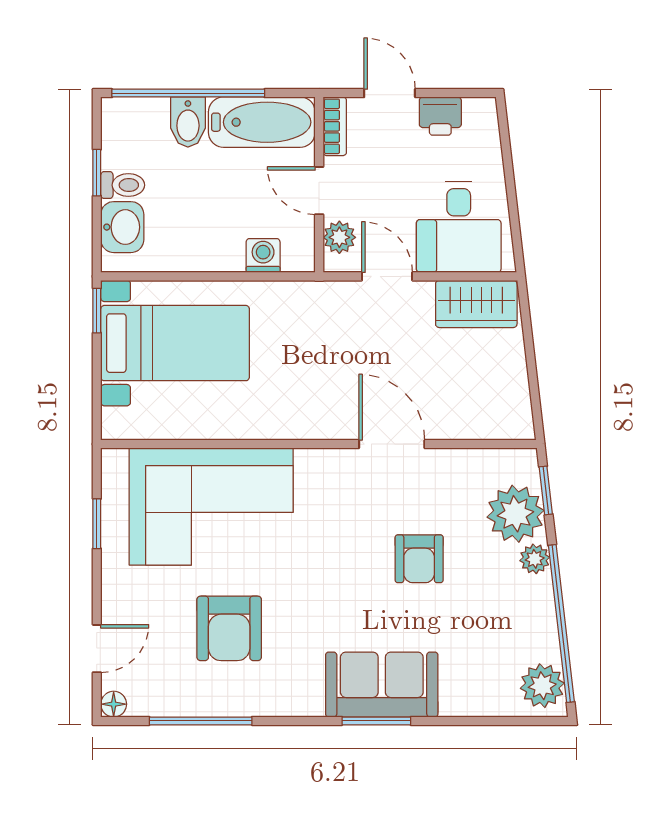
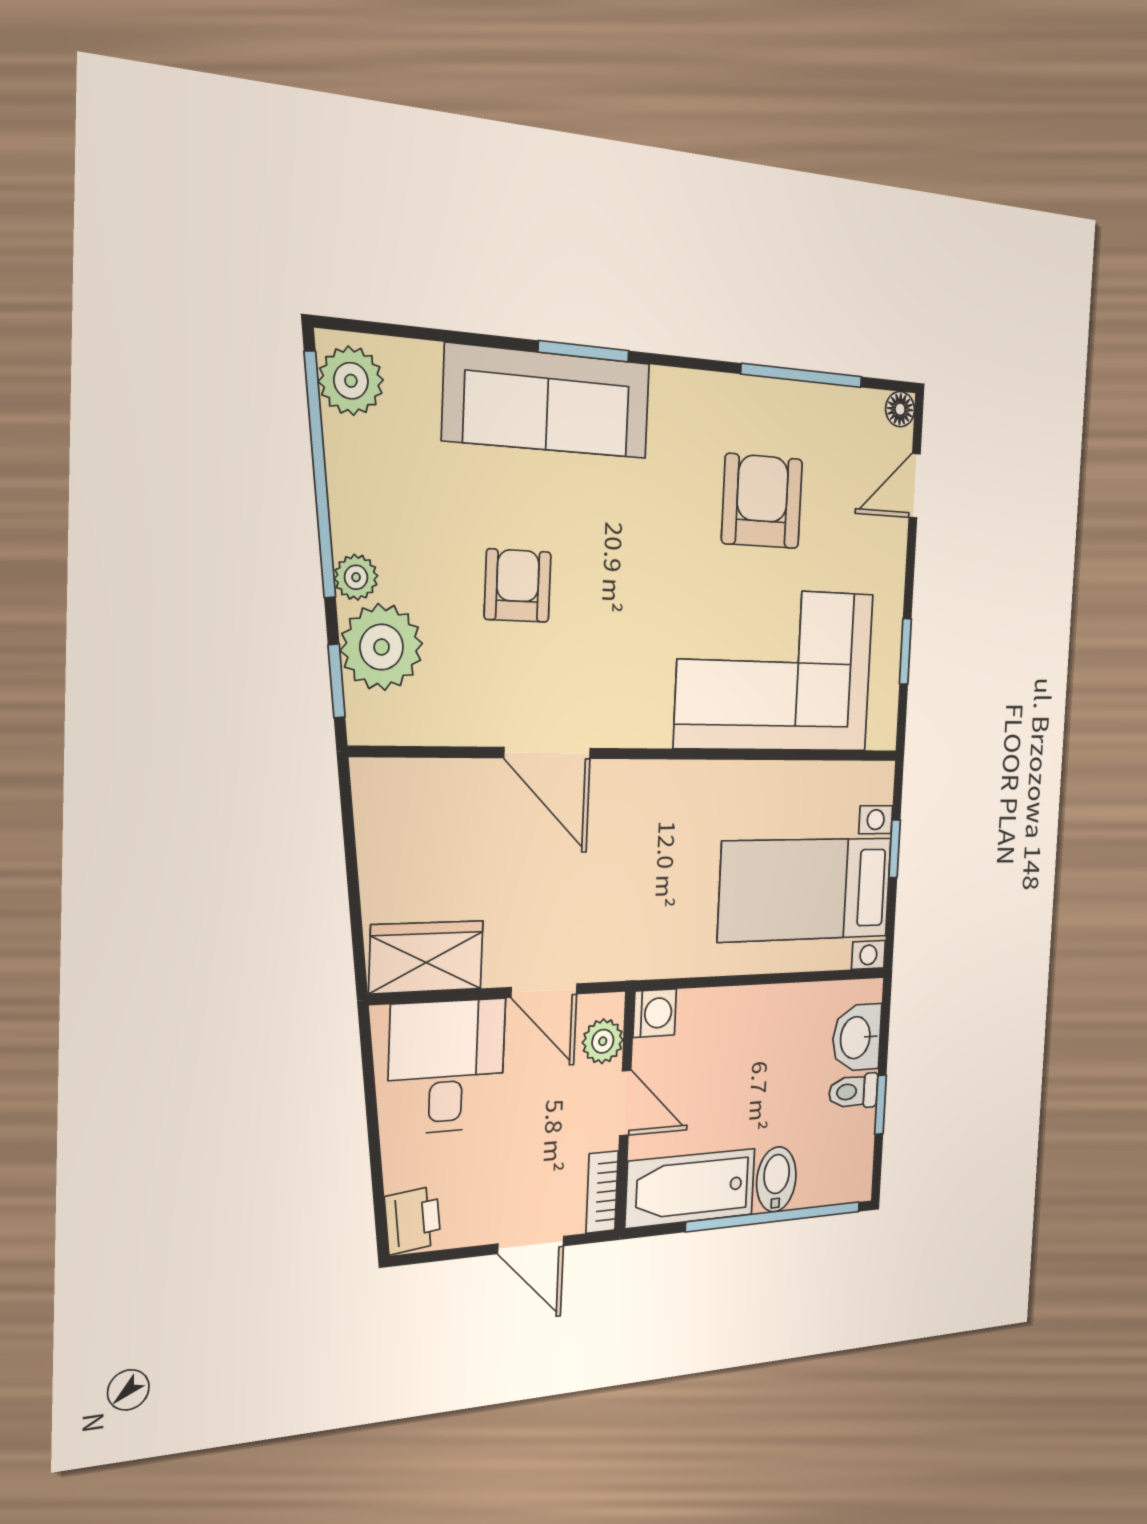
printer: (440, 116) -> (413, 1220), moved, turned 83
washing machine: (263, 256) -> (655, 1013), moved, turned -90
window: (97, 311) -> (895, 849), moved
sofa: (382, 685) -> (548, 402), width x1.36

